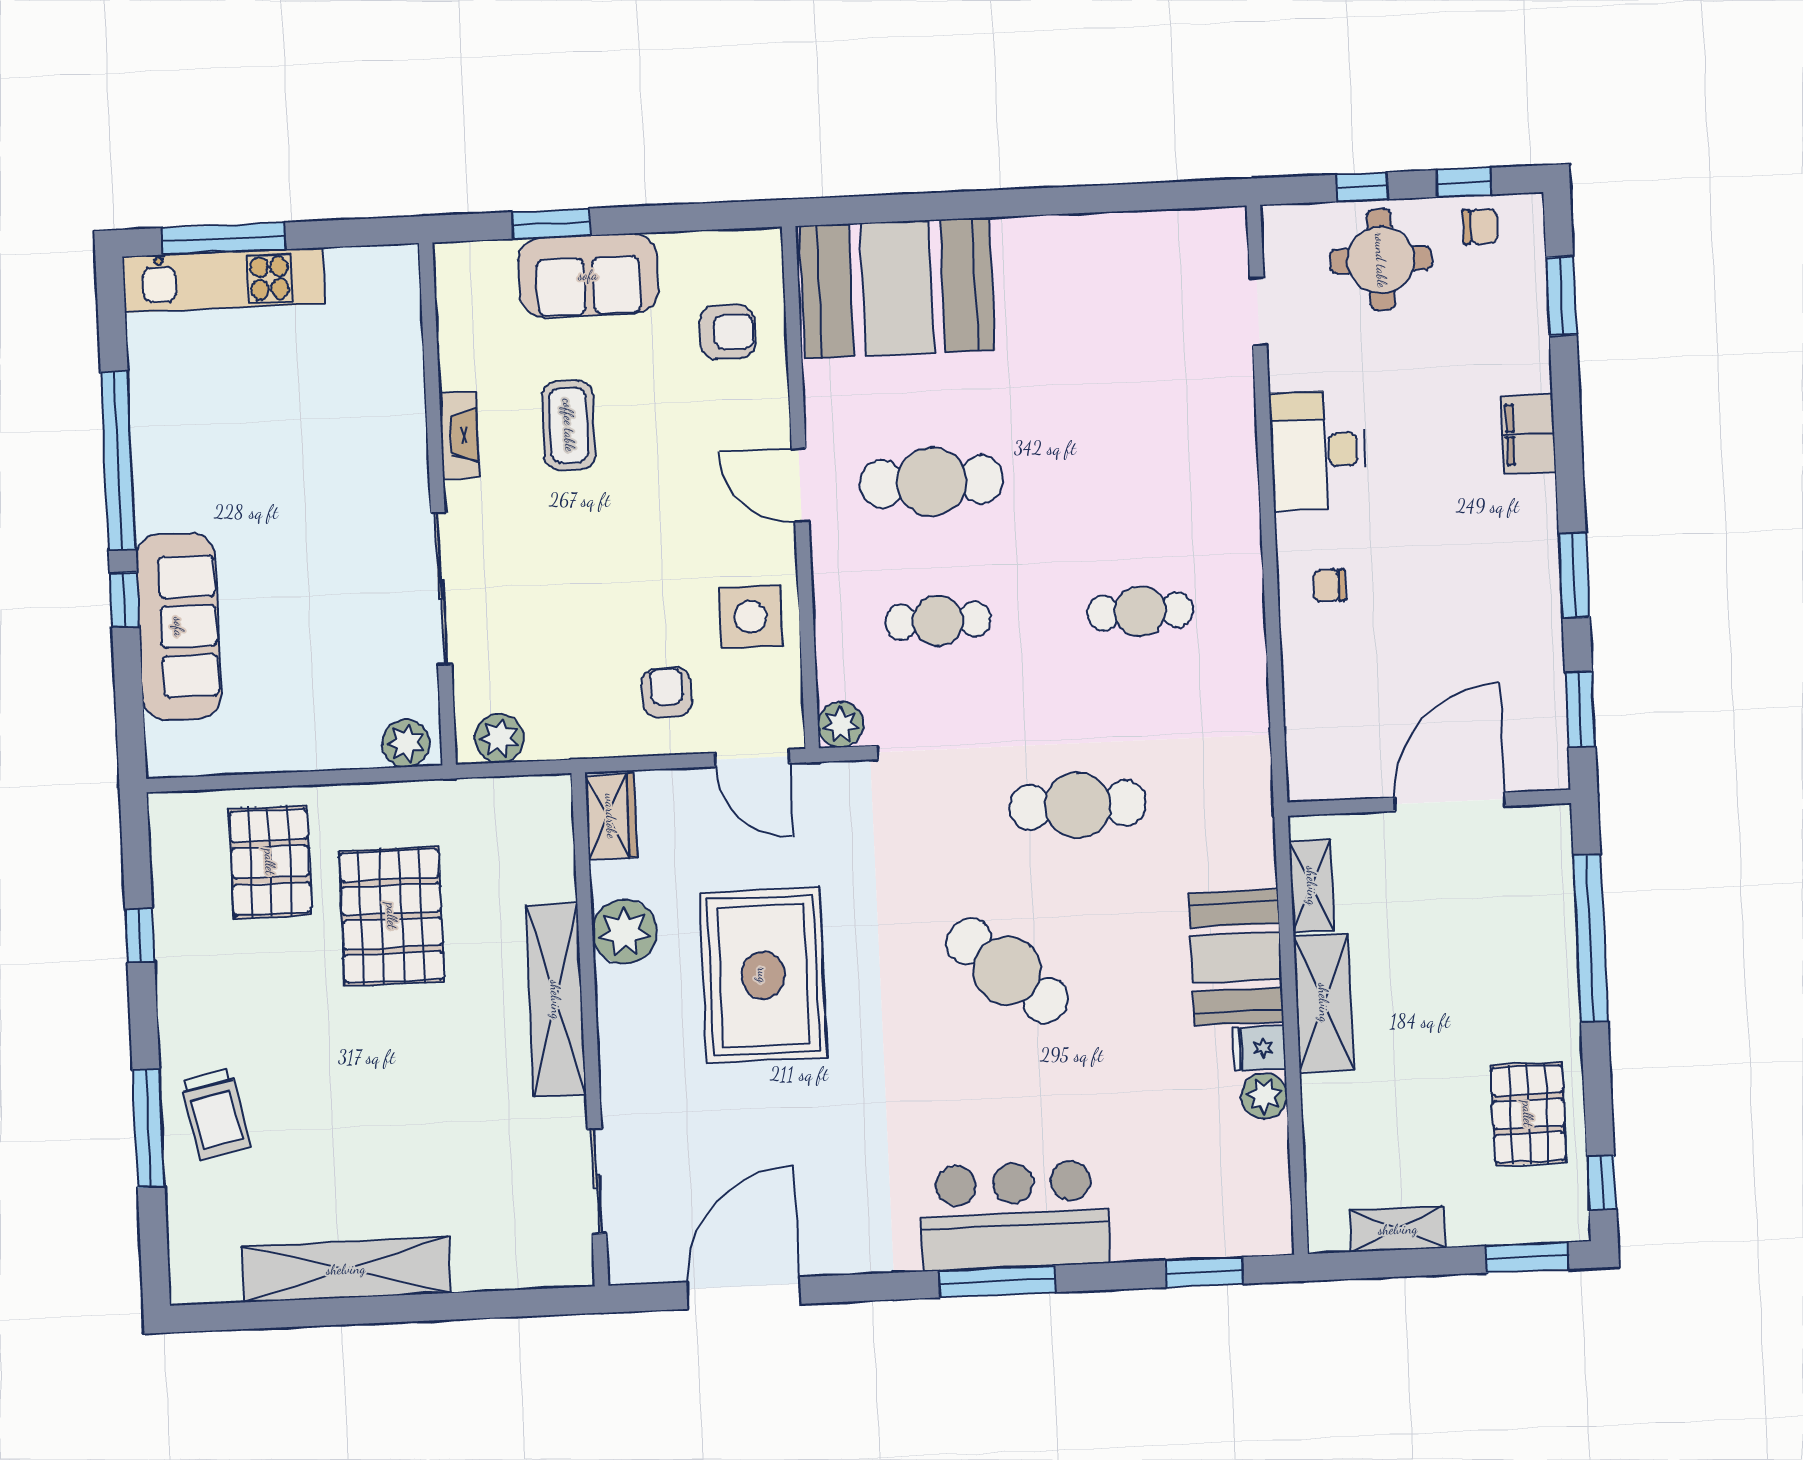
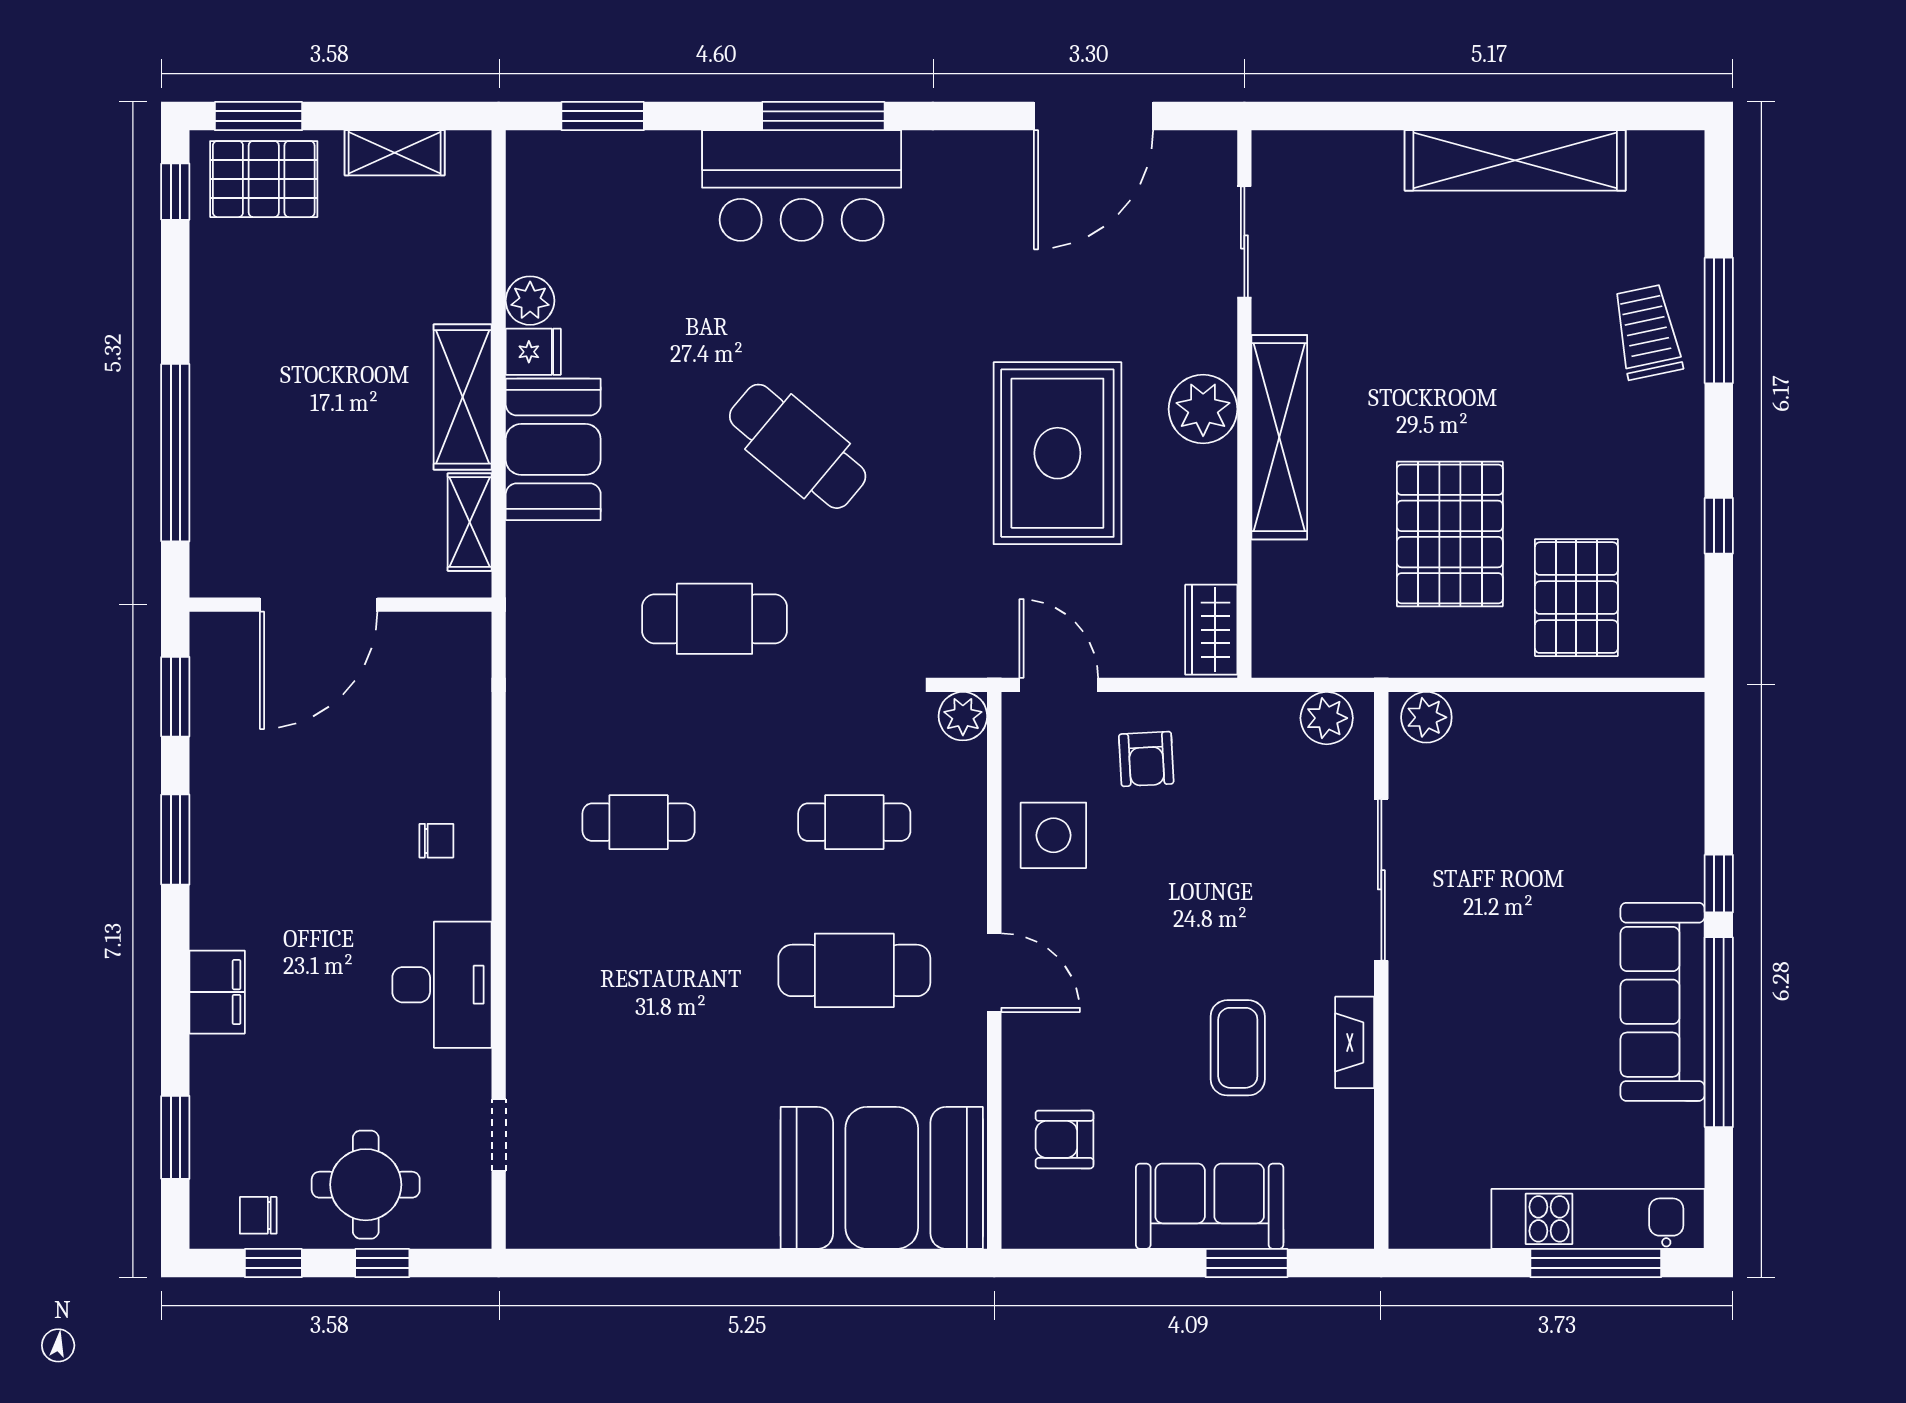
sofa: (179, 627) -> (1663, 1002), moved
plant: (624, 932) -> (1203, 409), moved
pallet: (1528, 1114) -> (264, 179), moved, turned 90

